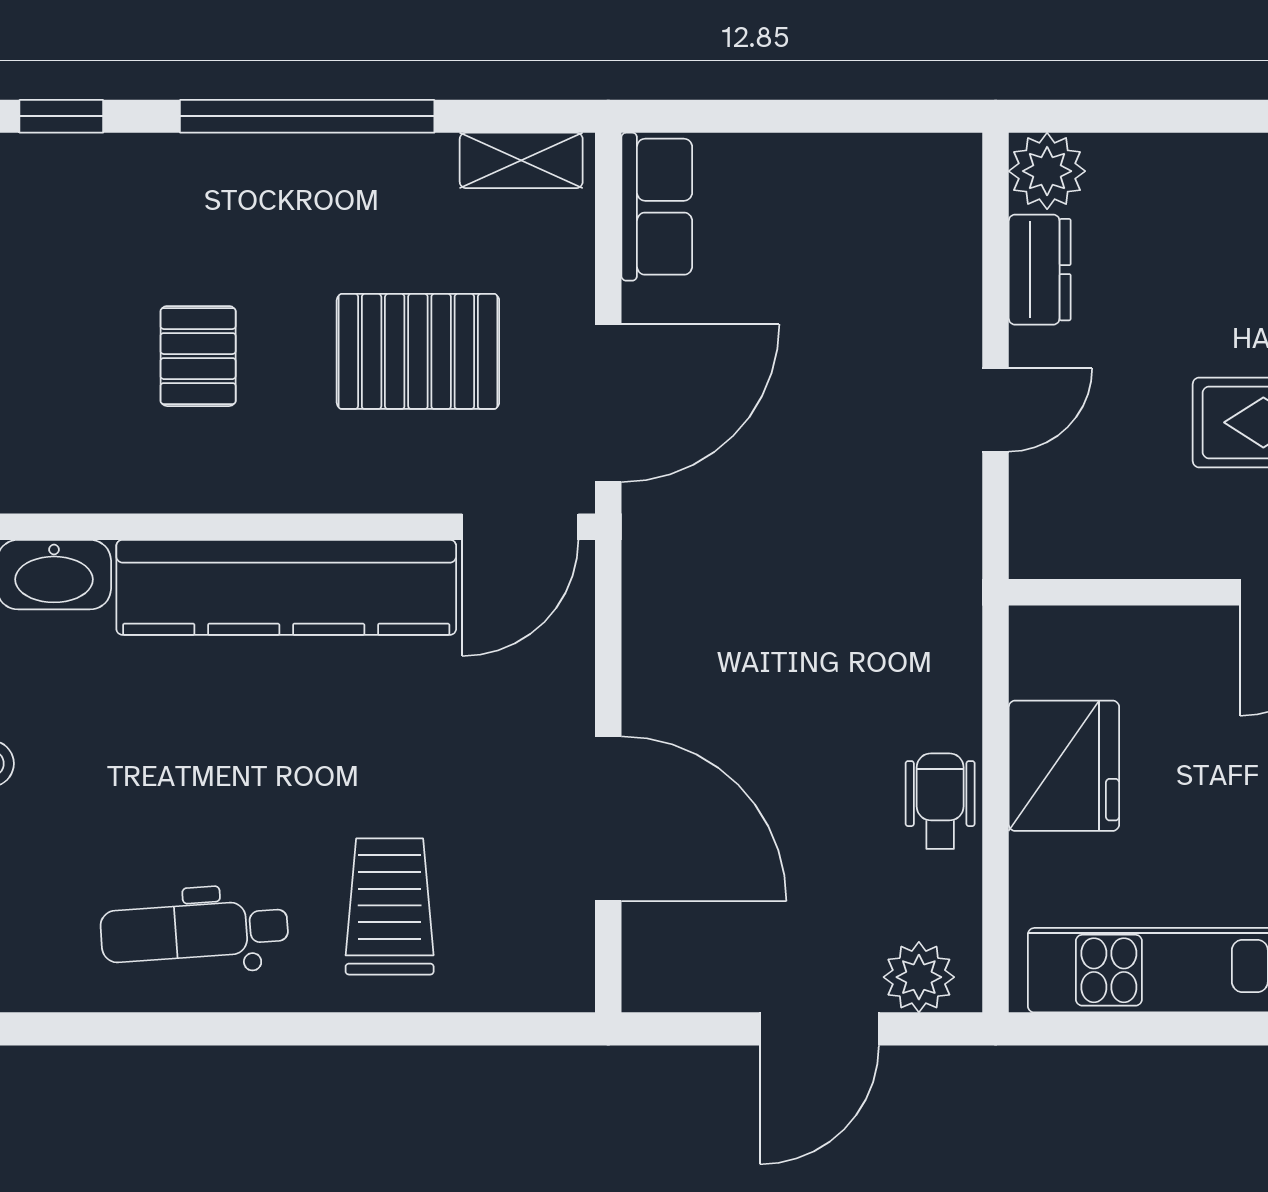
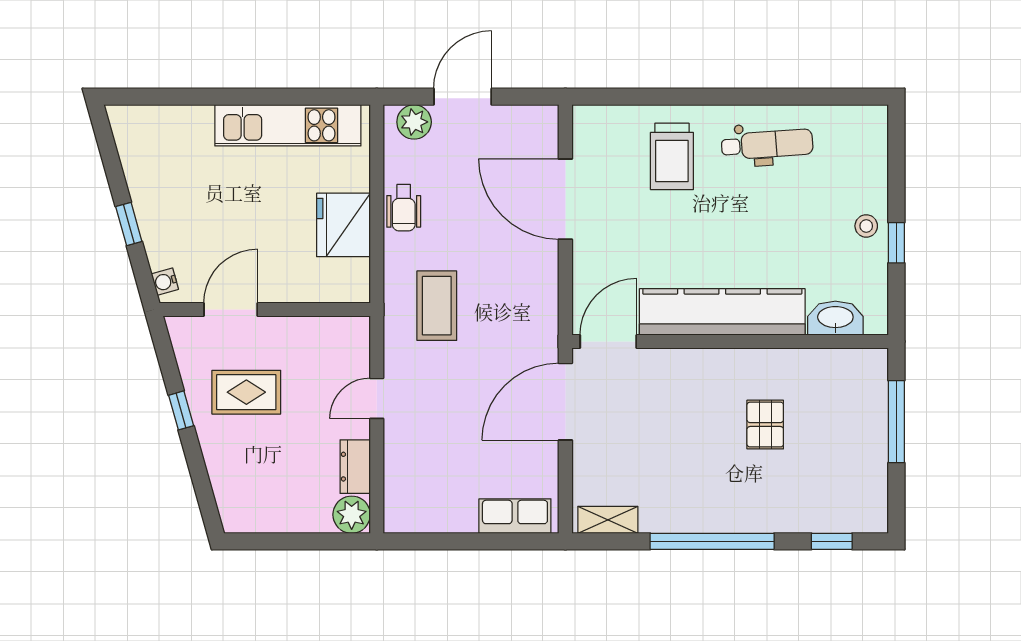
row of seats: (657, 207) -> (515, 516), moved, turned 90
pallet: (418, 351) -> (658, 427), removed
coffee table: (872, 600) -> (437, 306), added

